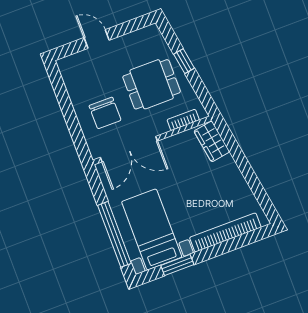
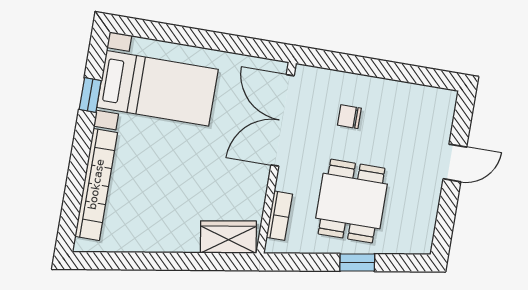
chair: (105, 113) -> (349, 117), width x0.54, depth x0.54
window: (114, 234) -> (180, 35), removed
window: (177, 265) -> (90, 95), width x0.67

